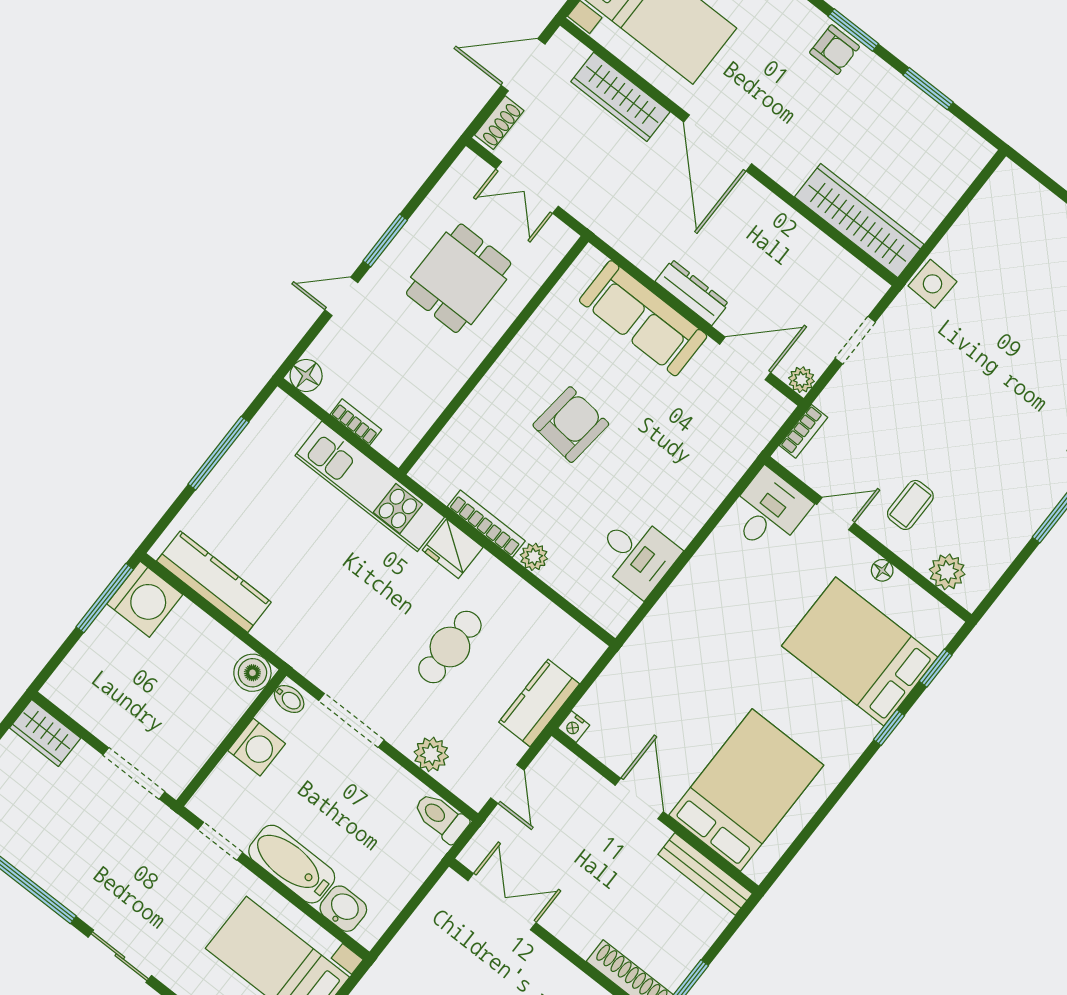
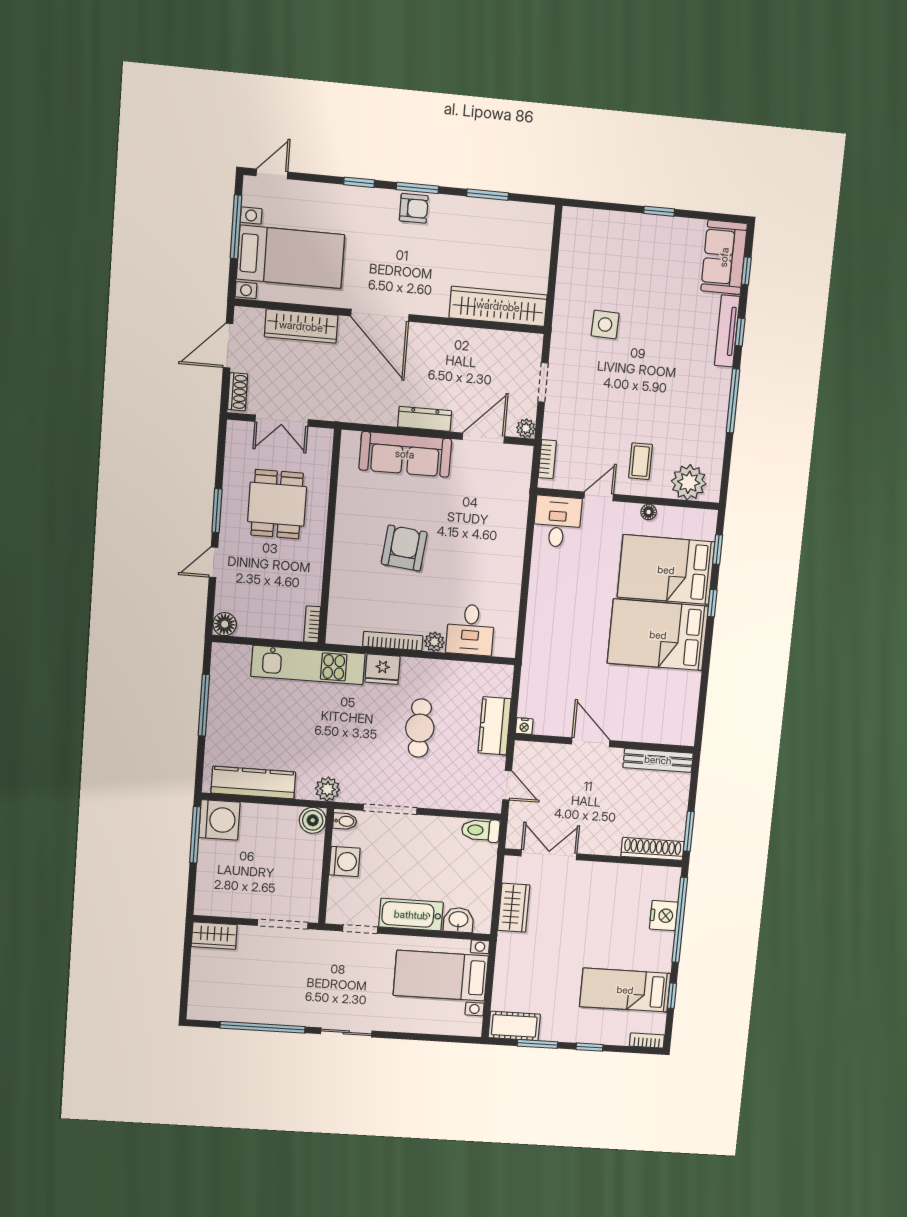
side table: (932, 284) -> (605, 325), moved
bookcase: (356, 422) -> (312, 624), moved, turned -90
desk: (637, 555) -> (470, 630), moved, turned 90
plant: (947, 572) -> (689, 482), width x1.36, depth x1.36
plant: (431, 754) -> (328, 789), moved
bed: (746, 790) -> (658, 635), moved, turned -90
wardrobe: (418, 938) -> (514, 908), added

